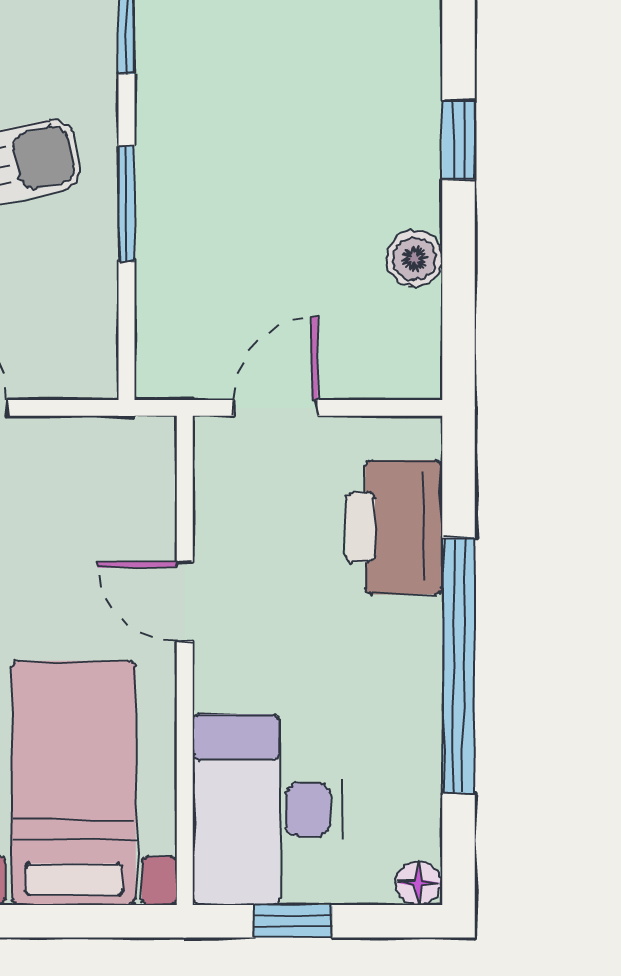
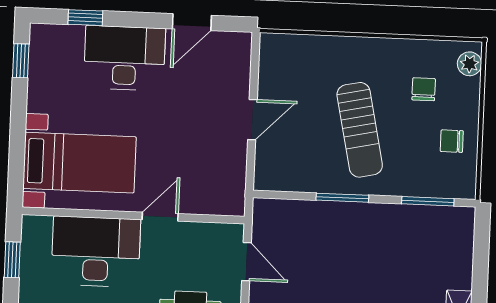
desk: (267, 810) -> (96, 252), moved

